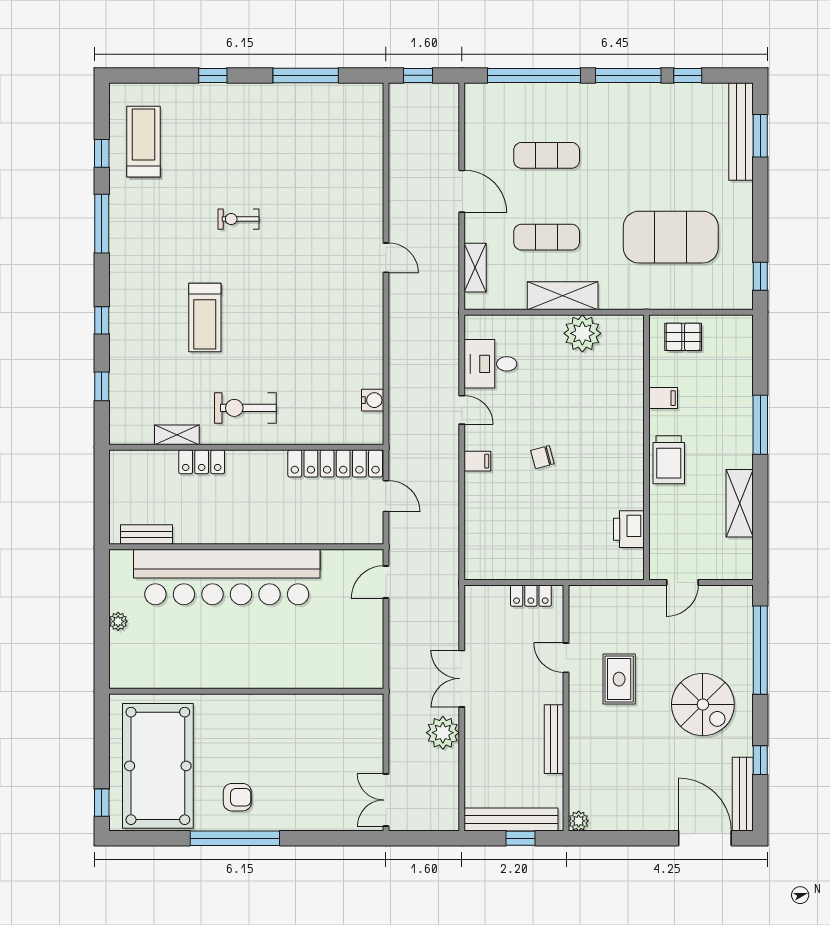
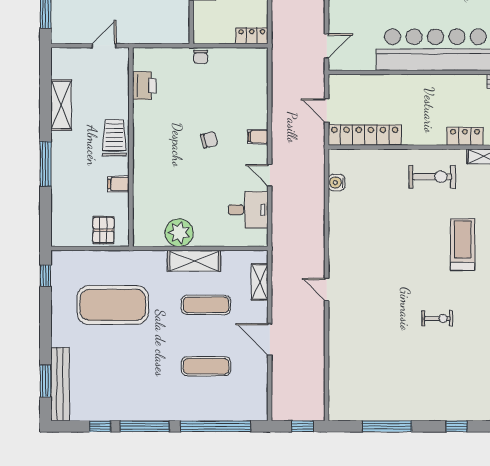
pallet: (683, 337) -> (103, 230), turned 90
chair: (554, 567) -> (201, 57), added
locker: (531, 596) -> (252, 36), moved

